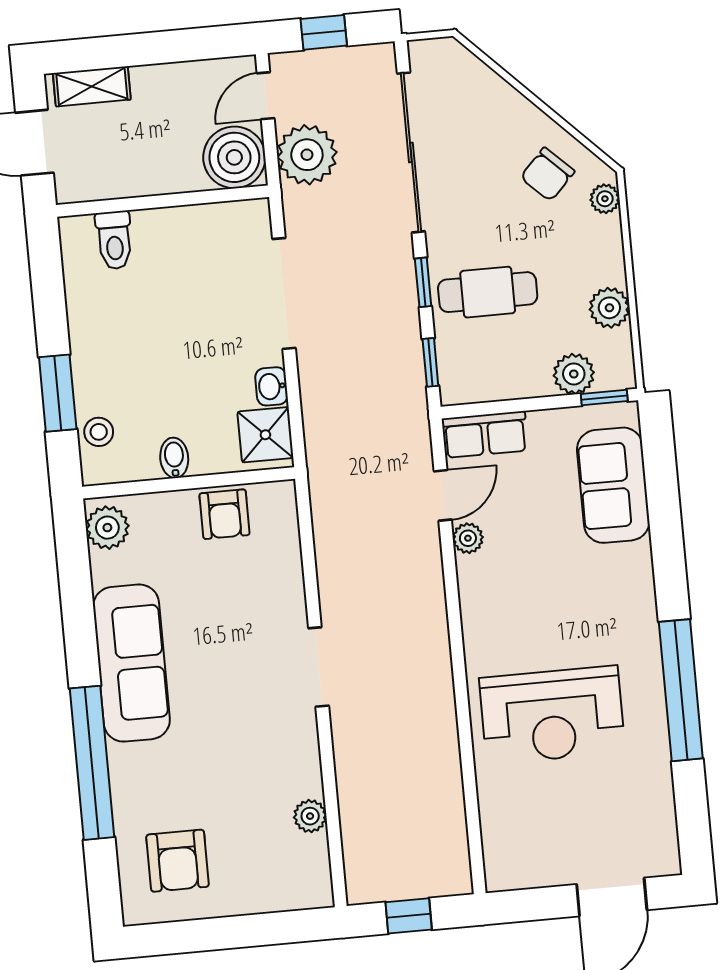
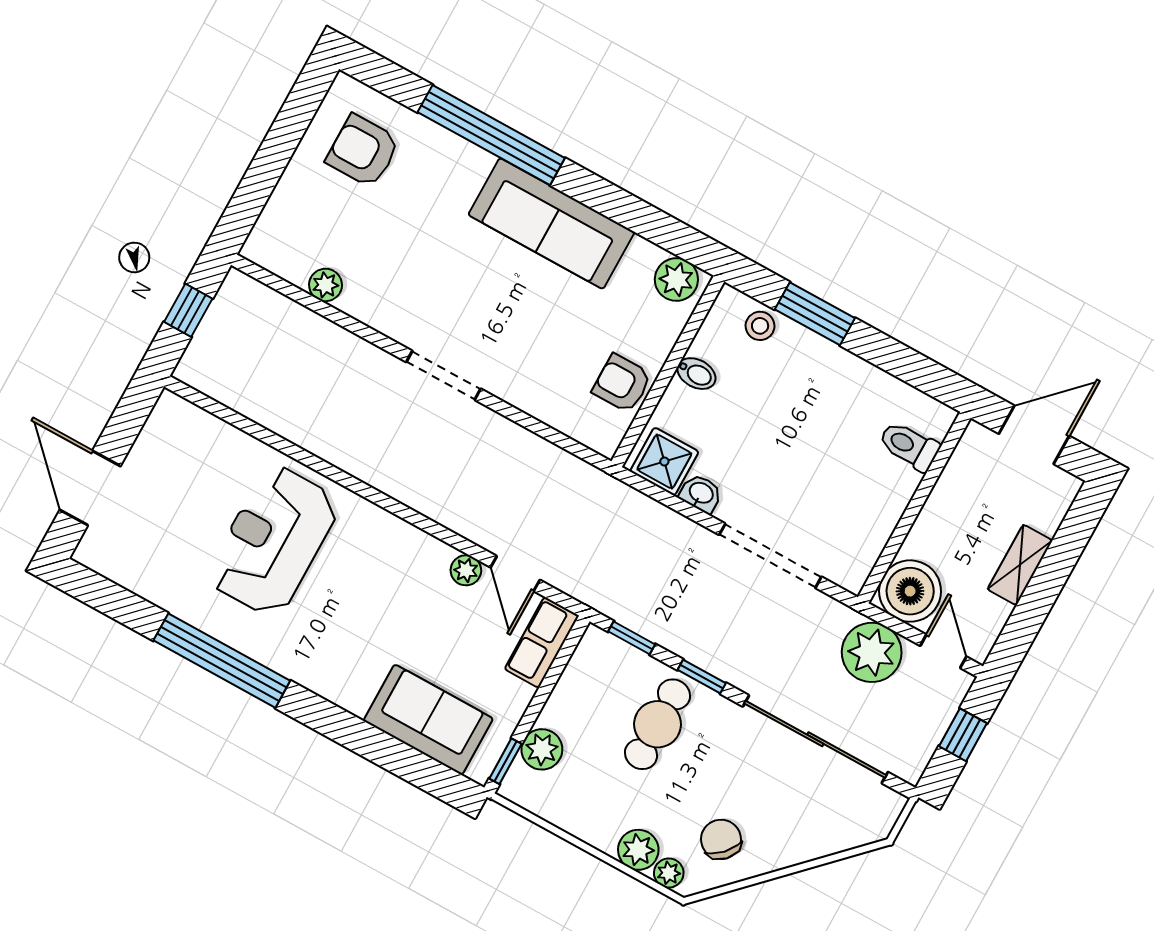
shelving: (92, 86) -> (1020, 565), moved
plant: (609, 308) -> (638, 850), moved

